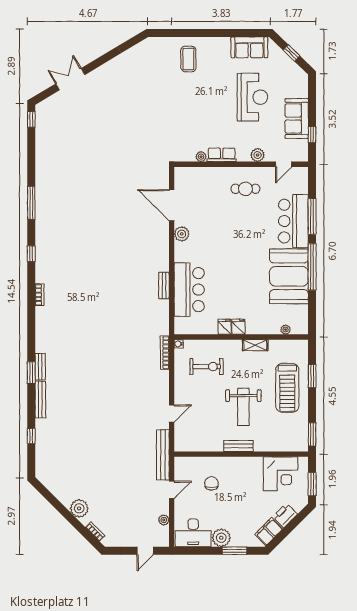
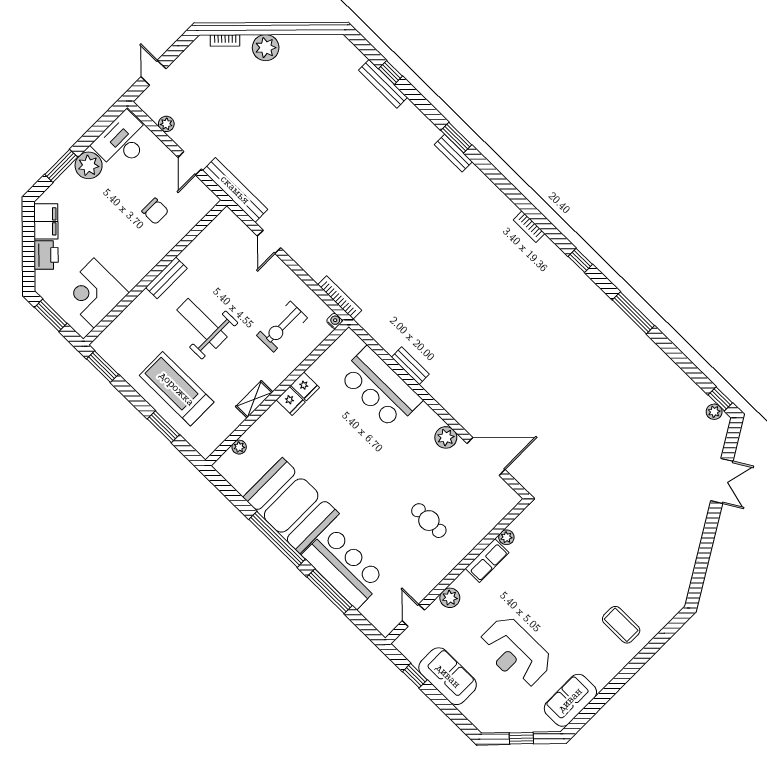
plant: (40, 116) -> (714, 412), added
cafe table: (245, 189) -> (429, 521), moved, turned 90
bench: (40, 400) -> (383, 84), moved

